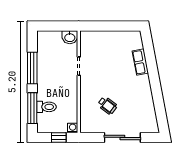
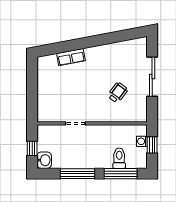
window: (56, 26) -> (32, 148), added
washbasin: (70, 37) -> (44, 160), moved
washing machine: (73, 128) -> (142, 141), moved

